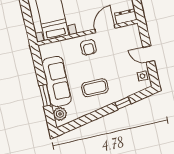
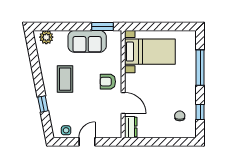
sofa: (57, 82) -> (87, 41), width x0.73
window: (45, 95) -> (102, 26), moved

